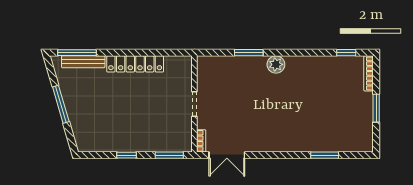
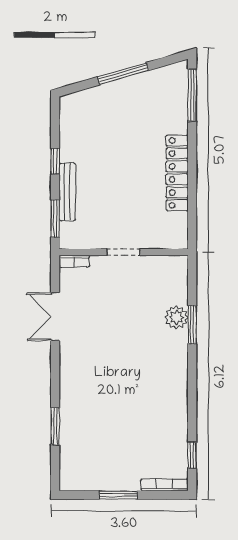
bench: (83, 62) -> (67, 192), moved
plant: (276, 64) -> (176, 317), moved
double door: (227, 155) -> (55, 317), moved

